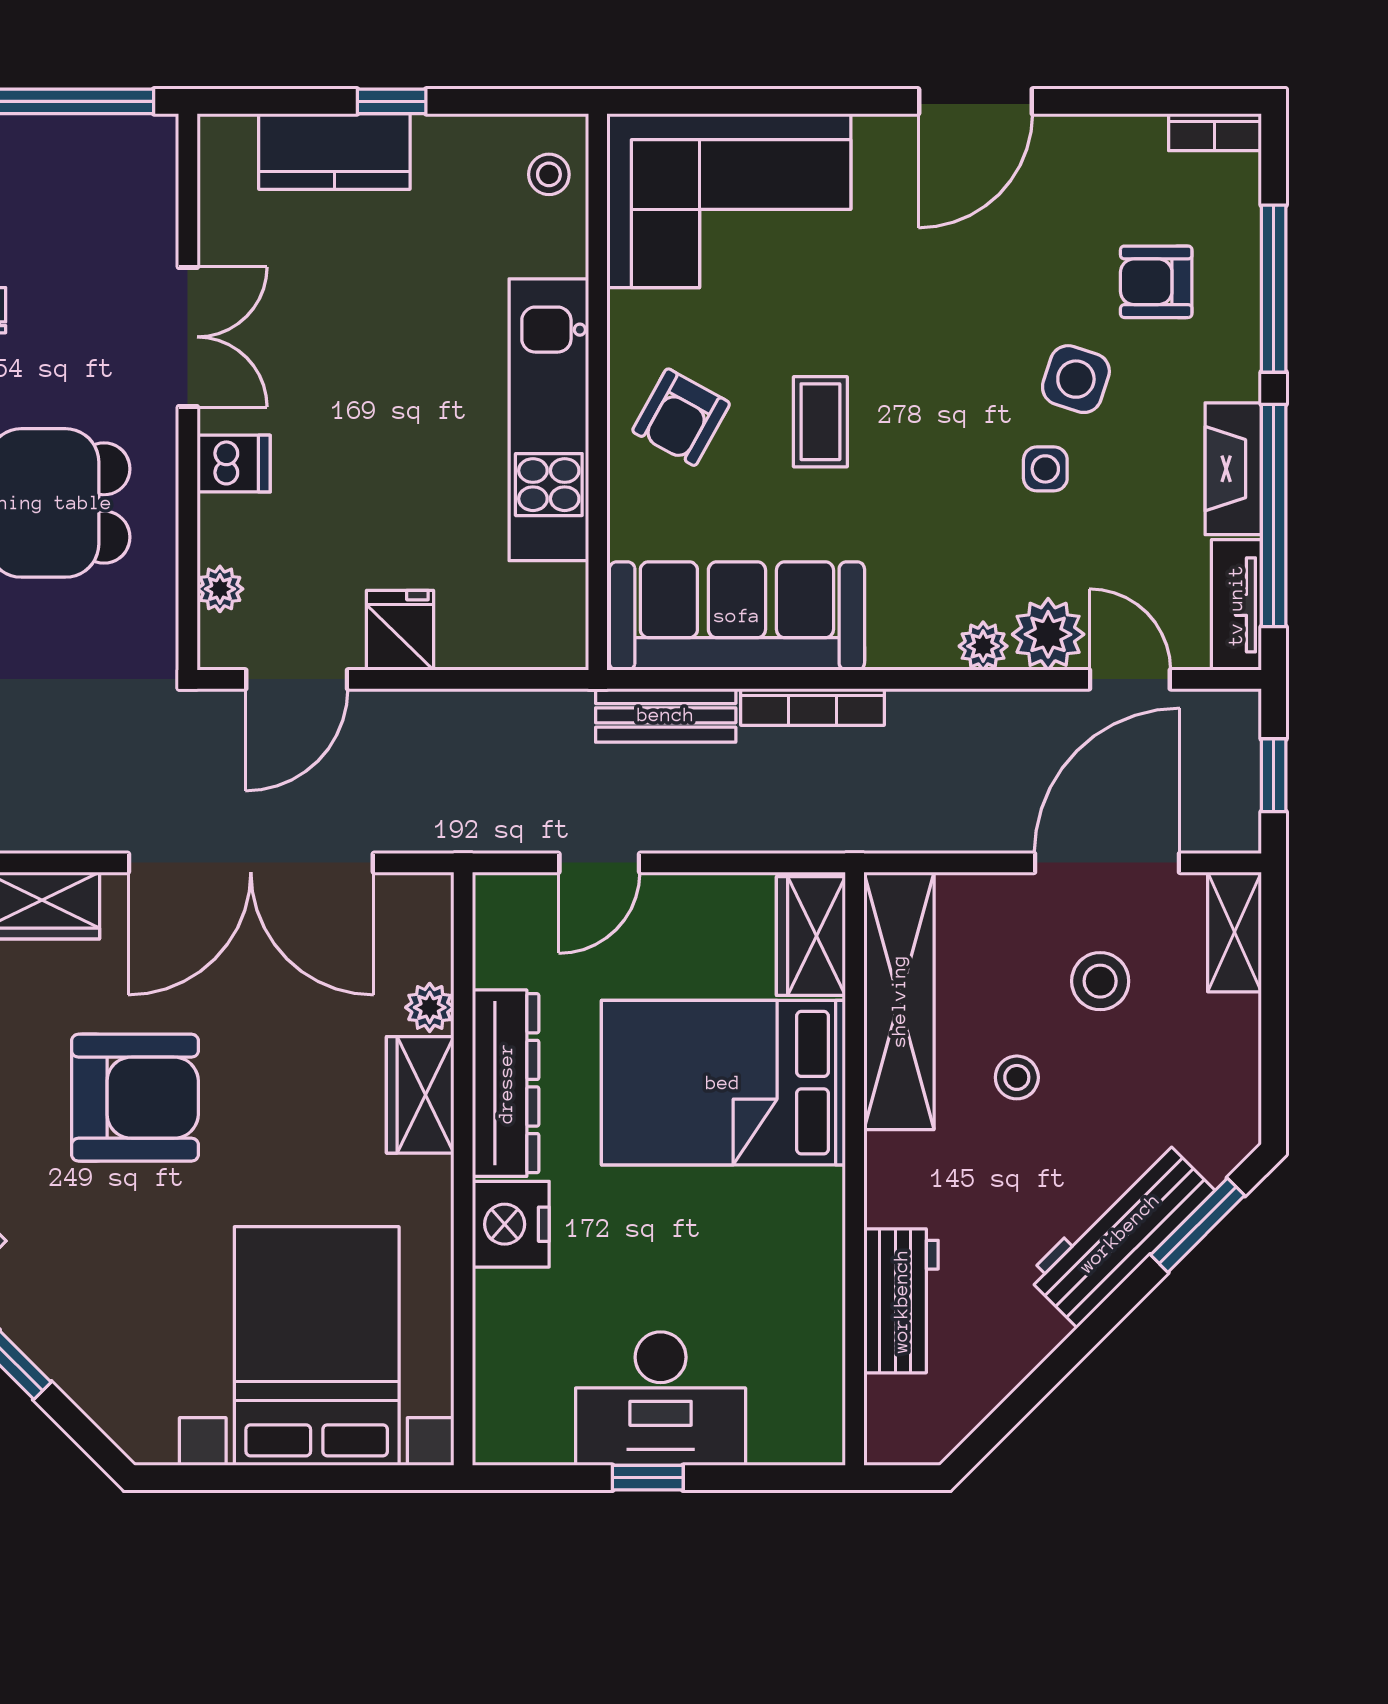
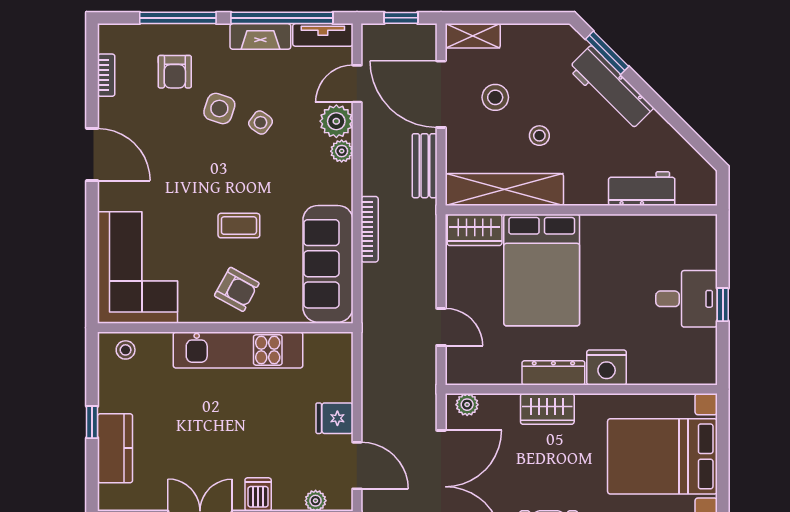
bookcase: (1215, 132) -> (106, 75), moved
side table: (1045, 469) -> (261, 123), turned 36
bench: (666, 715) -> (425, 166), moved
plant: (430, 1007) -> (467, 405), moved
dresser: (506, 1083) -> (553, 373), width x0.73, depth x0.80
desk: (661, 1399) -> (687, 299), width x0.73

